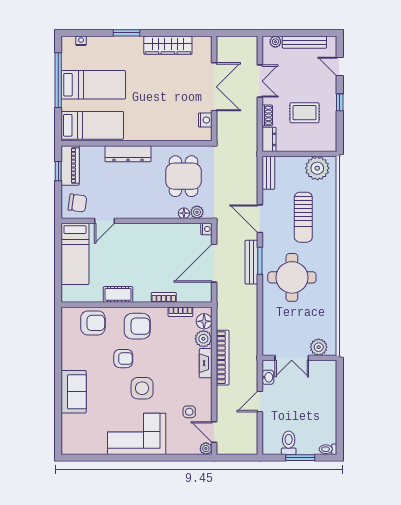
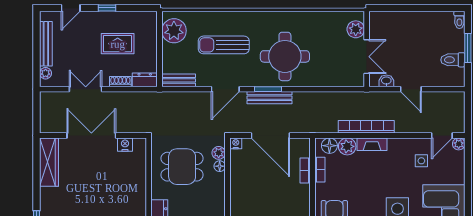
wardrobe: (168, 45) -> (49, 162), moved
rug: (305, 113) -> (118, 44), turned 90
sun lounger: (303, 217) -> (224, 45), turned 180
bookcase: (164, 297) -> (305, 171), moved

